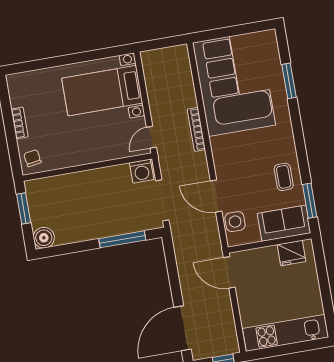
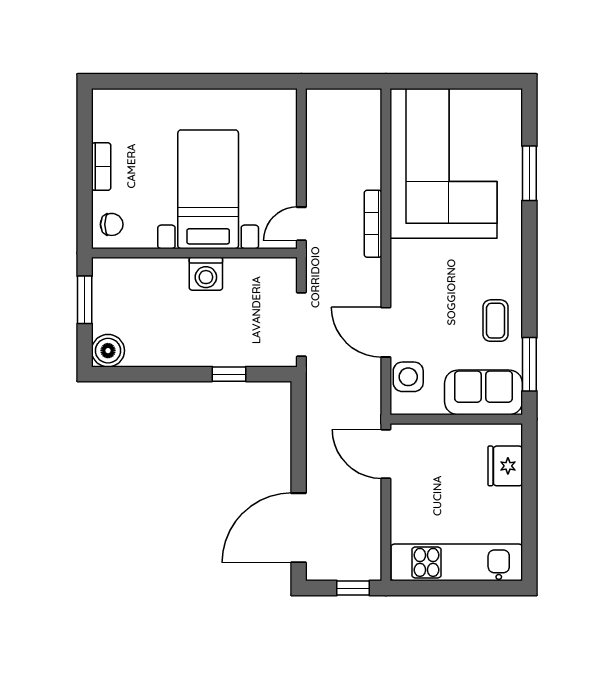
bed with nightstands: (102, 91) -> (208, 189), moved, turned 90
chair: (32, 158) -> (112, 224), turned 99
washing machine: (142, 171) -> (206, 274), moved
window: (122, 239) -> (229, 374), width x0.46
fridge: (292, 253) -> (505, 466), moved, turned 90

